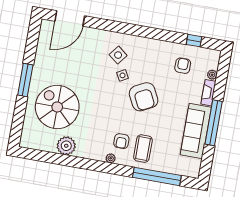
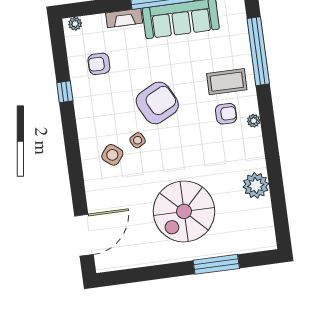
door: (70, 18) -> (84, 235), hinge flipped
window: (194, 41) -> (65, 92), moved
plant: (212, 75) -> (75, 24), moved
window: (25, 80) -> (216, 264), moved
spiral stairs: (57, 107) -> (184, 211), moved

